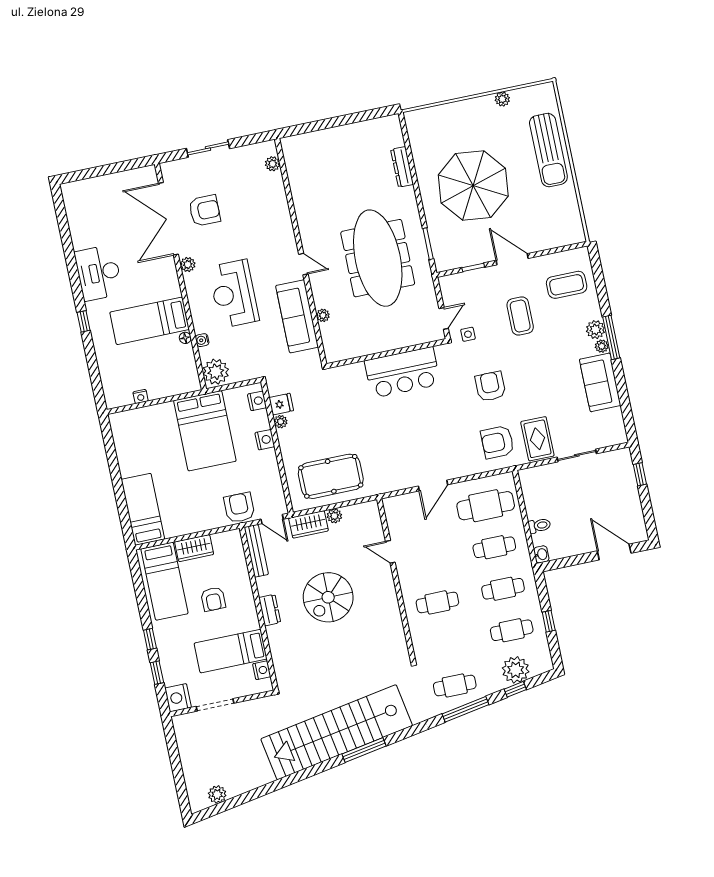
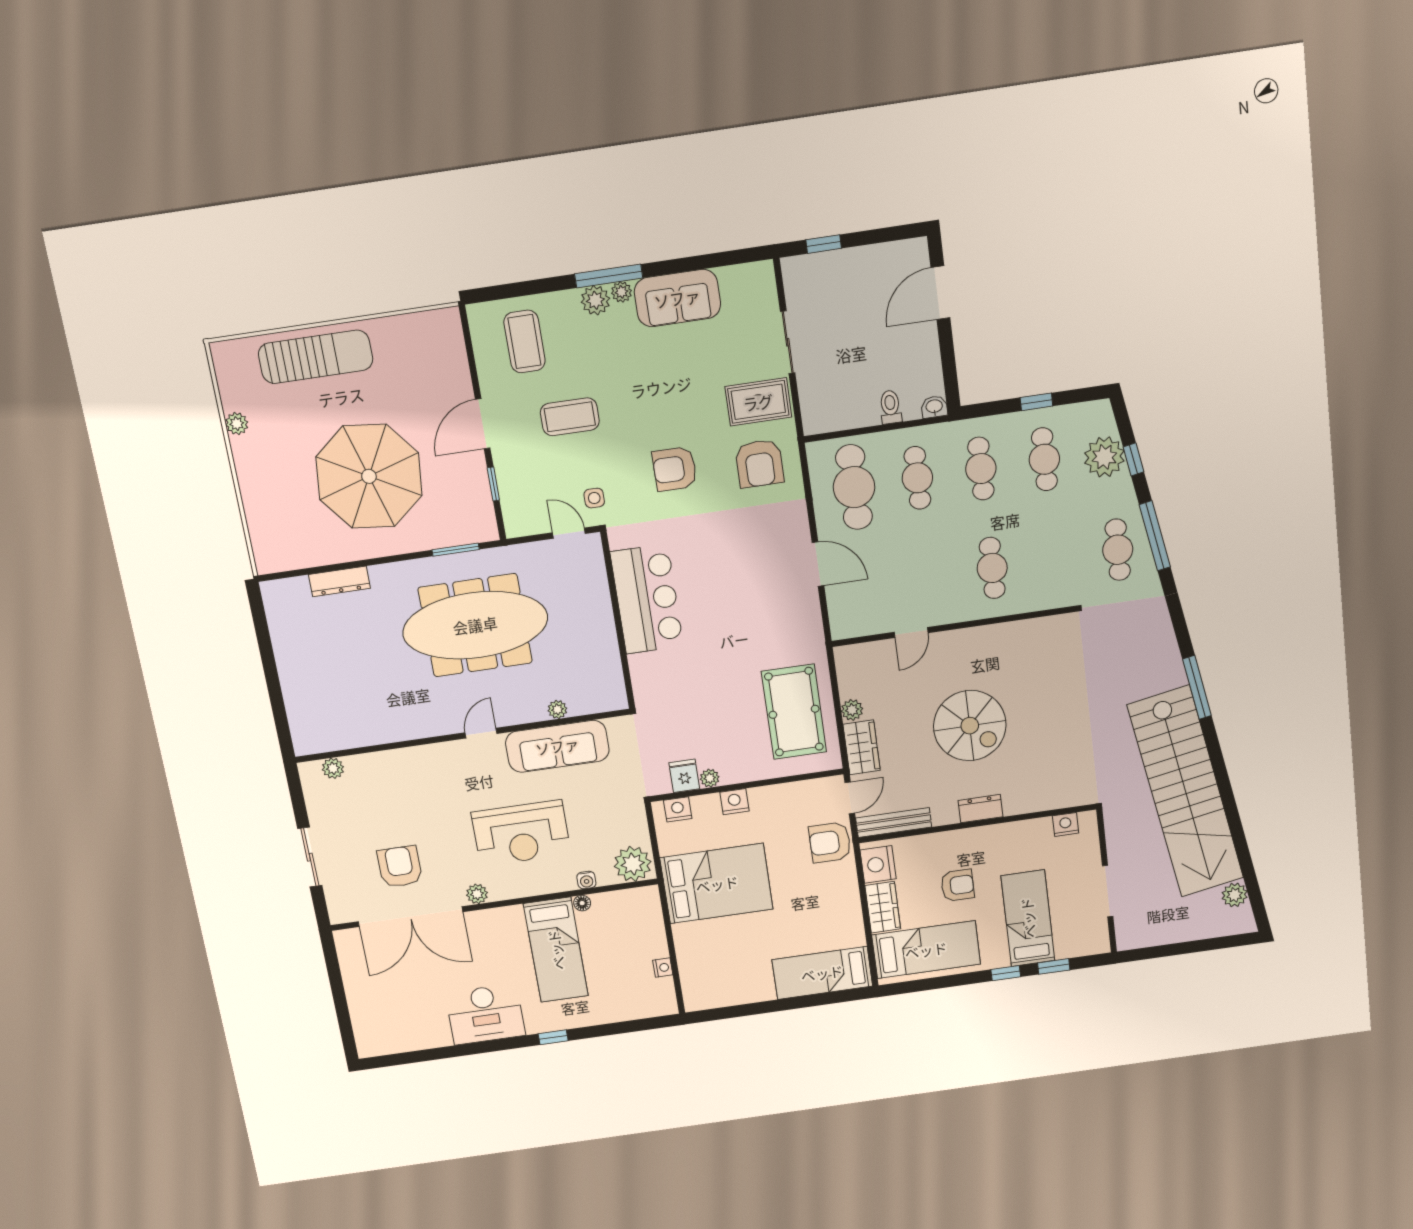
bed: (231, 651) -> (1028, 918), moved, turned 180
nightstand: (178, 698) -> (878, 864), moved, turned 90
stairs: (337, 732) -> (1186, 792), moved

